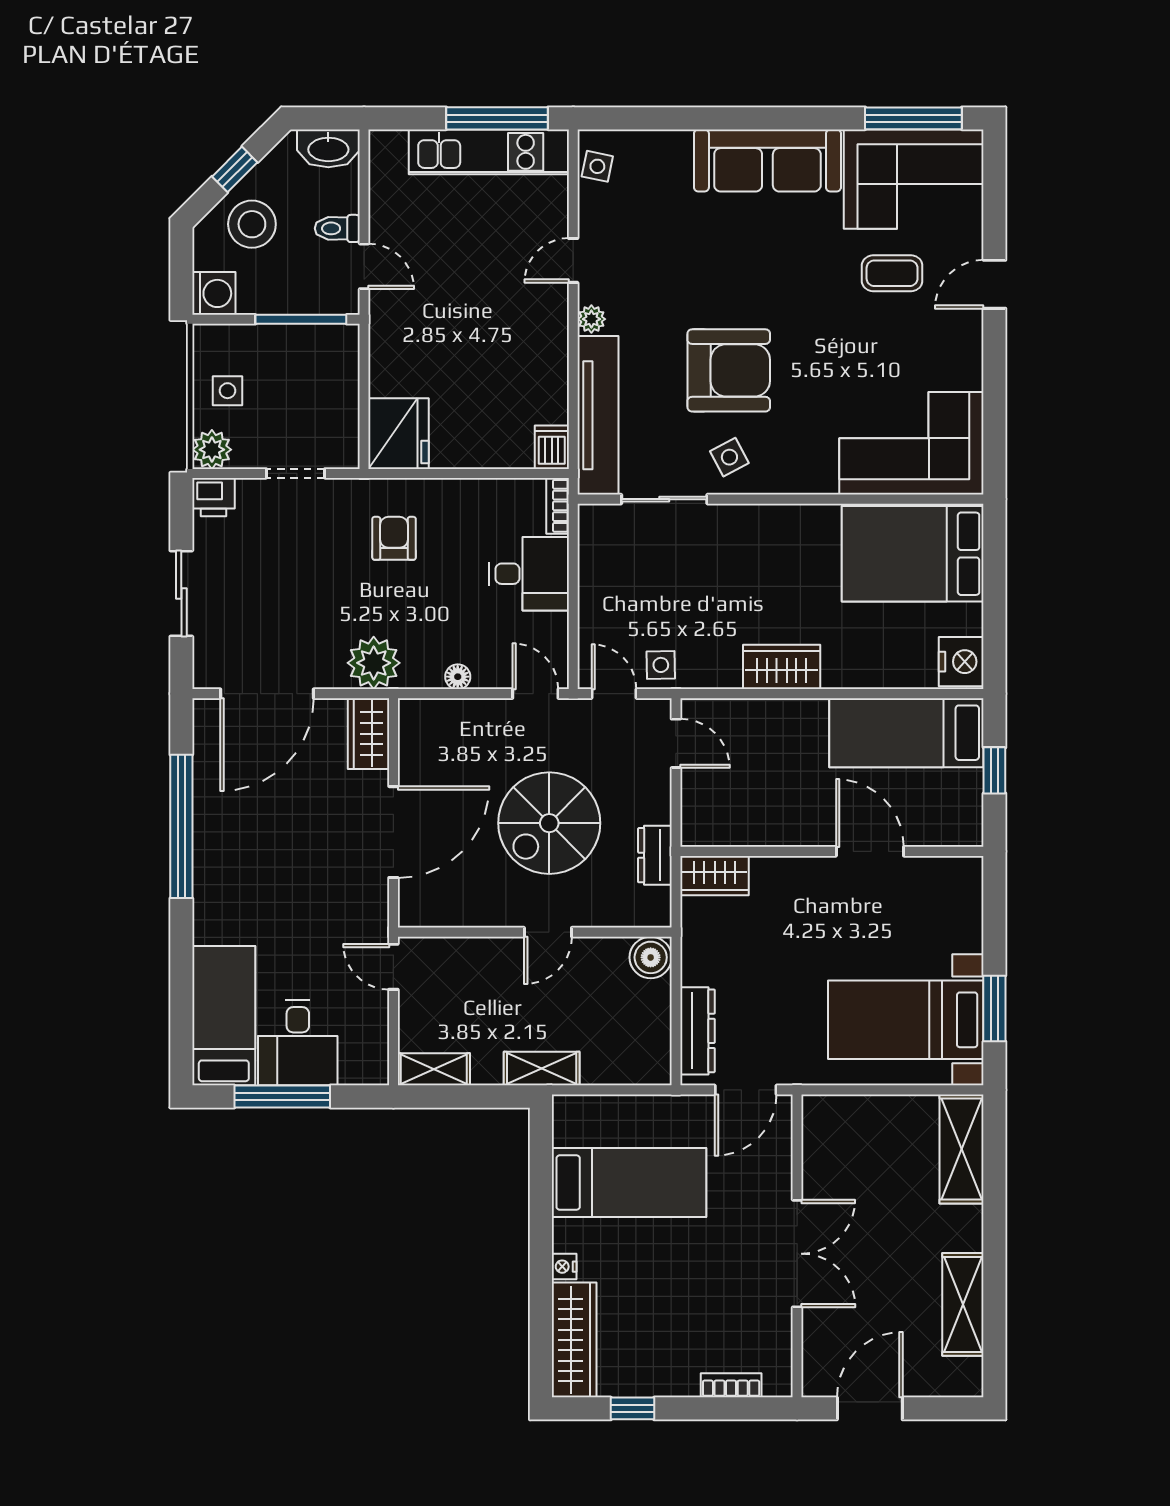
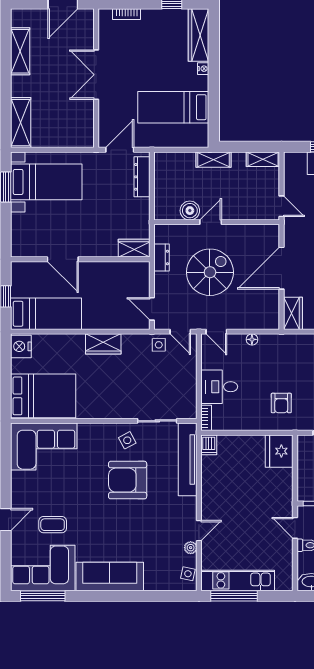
plant: (591, 319) -> (191, 548), moved
plant: (374, 663) -> (291, 346), removed
boiler: (651, 957) -> (190, 211), moved

